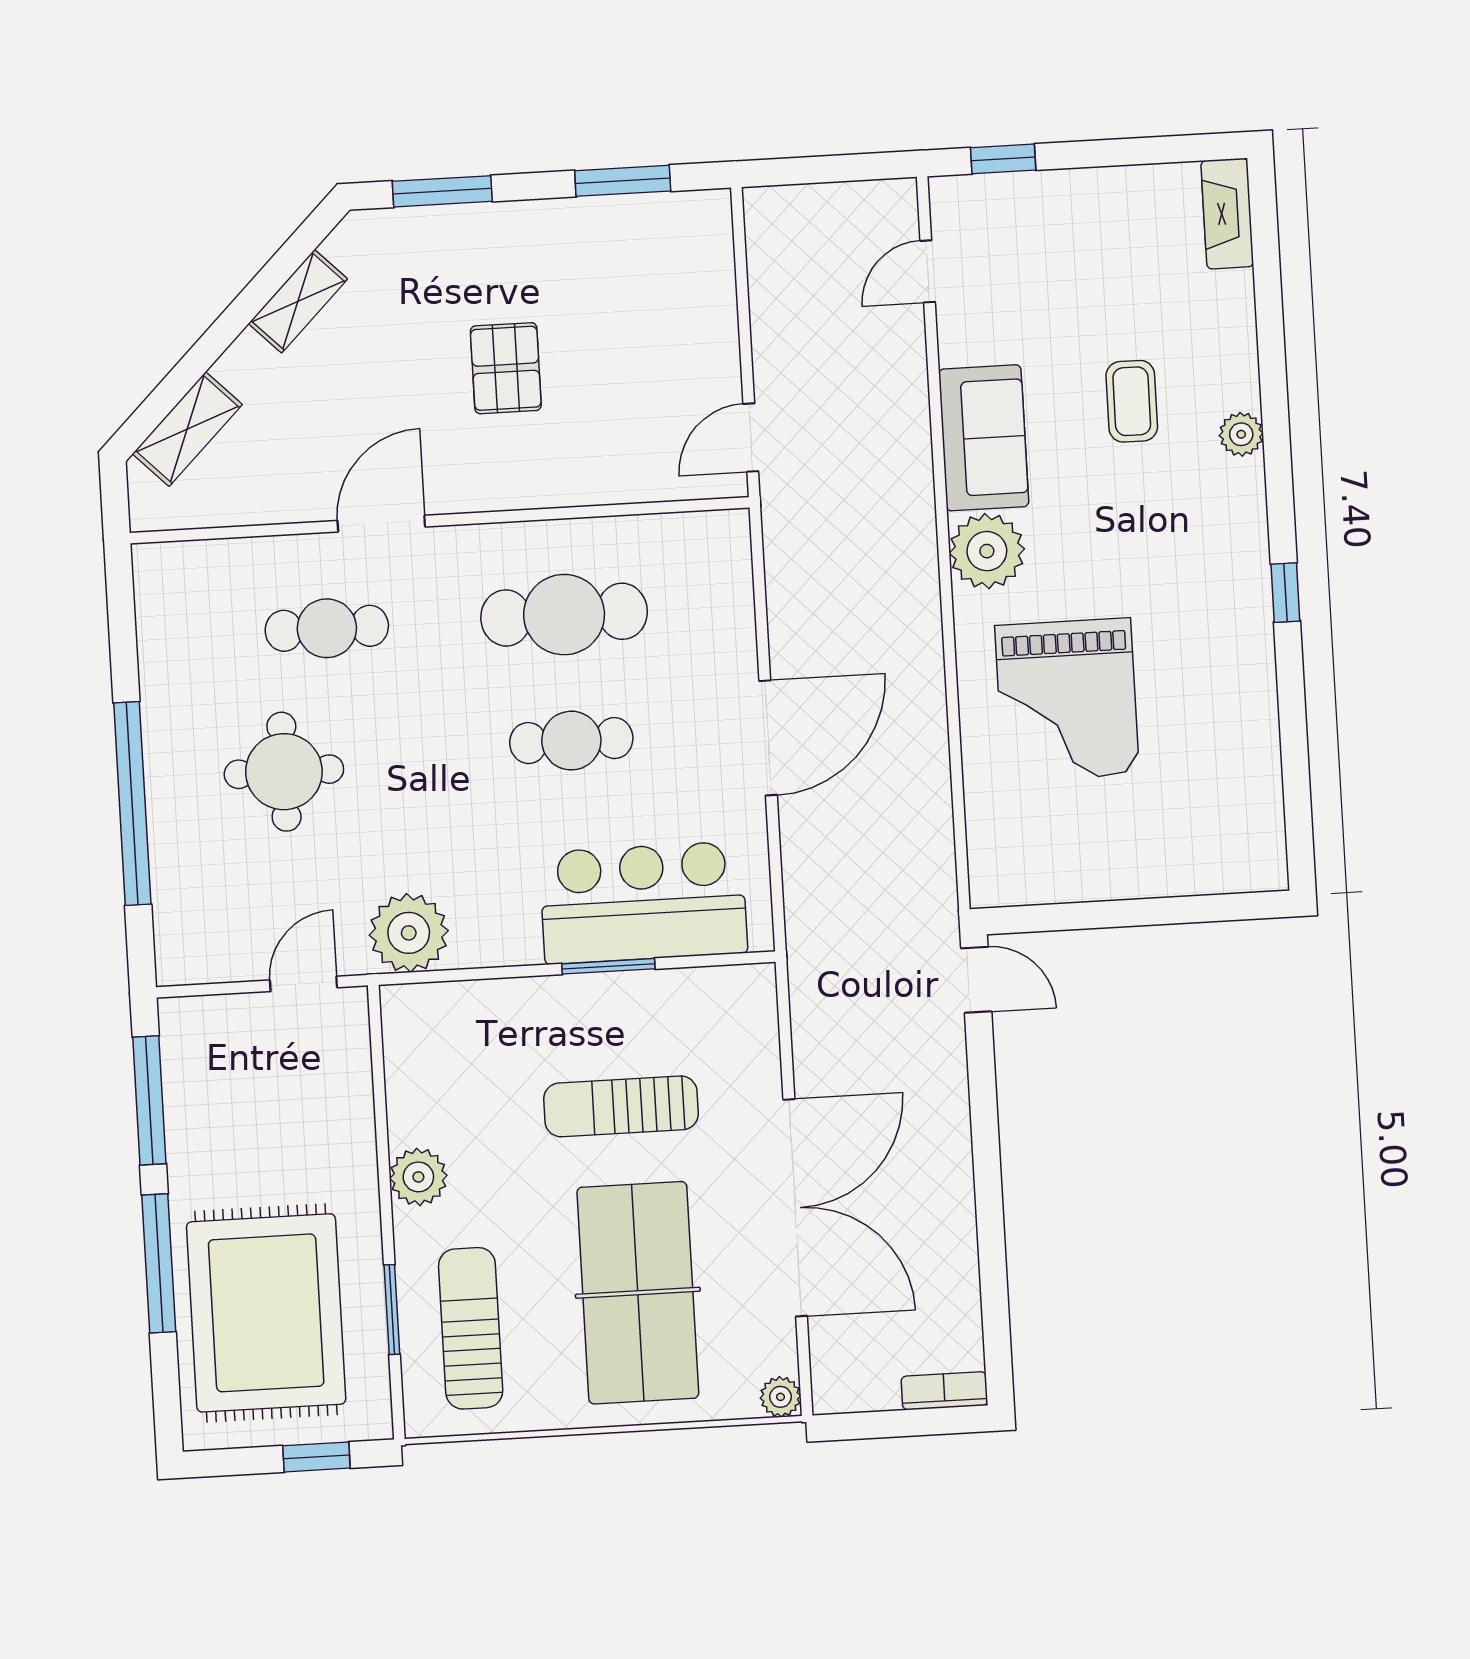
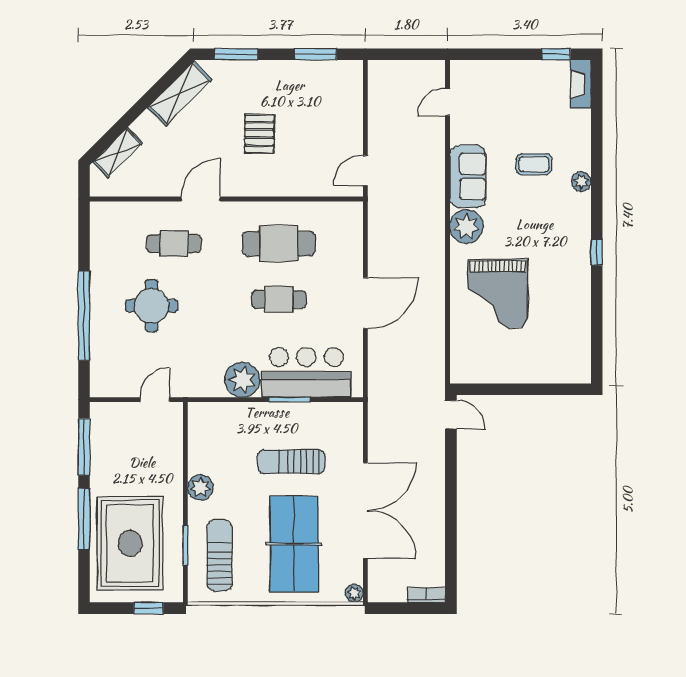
window: (1003, 159) -> (556, 54), moved
shelving: (298, 301) -> (180, 94), width x1.50, depth x1.33
coffee table: (1132, 401) -> (534, 164), turned 90
plant: (409, 933) -> (242, 380), moved

